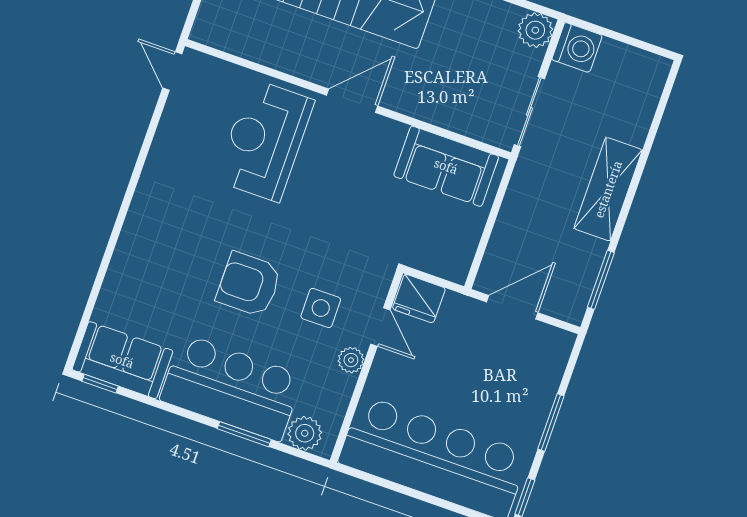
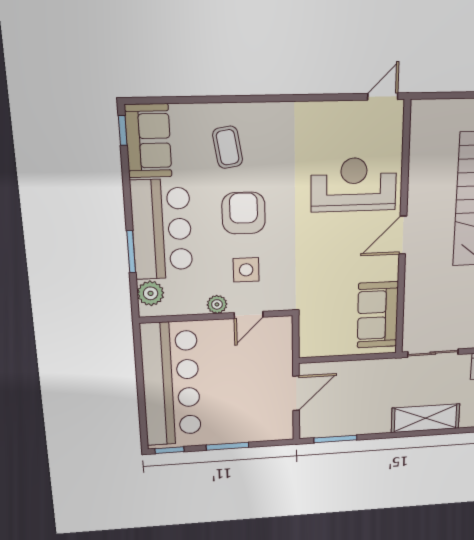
door: (352, 101) -> (403, 235), swing flipped
shelving: (608, 189) -> (426, 418), moved
coffee table: (164, 273) -> (228, 147), added
fridge: (419, 299) -> (279, 332), removed
door: (512, 307) -> (296, 393), hinge flipped

